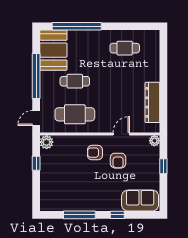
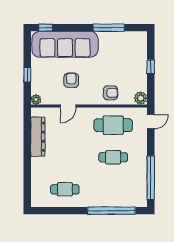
booth: (53, 50) -> (134, 187), removed
window: (36, 76) -> (151, 178), moved
armchair: (95, 153) -> (111, 93), moved
window: (36, 163) -> (151, 67), moved
sofa: (140, 201) -> (65, 44), width x1.85, depth x1.27
window: (117, 215) -> (45, 28), moved

